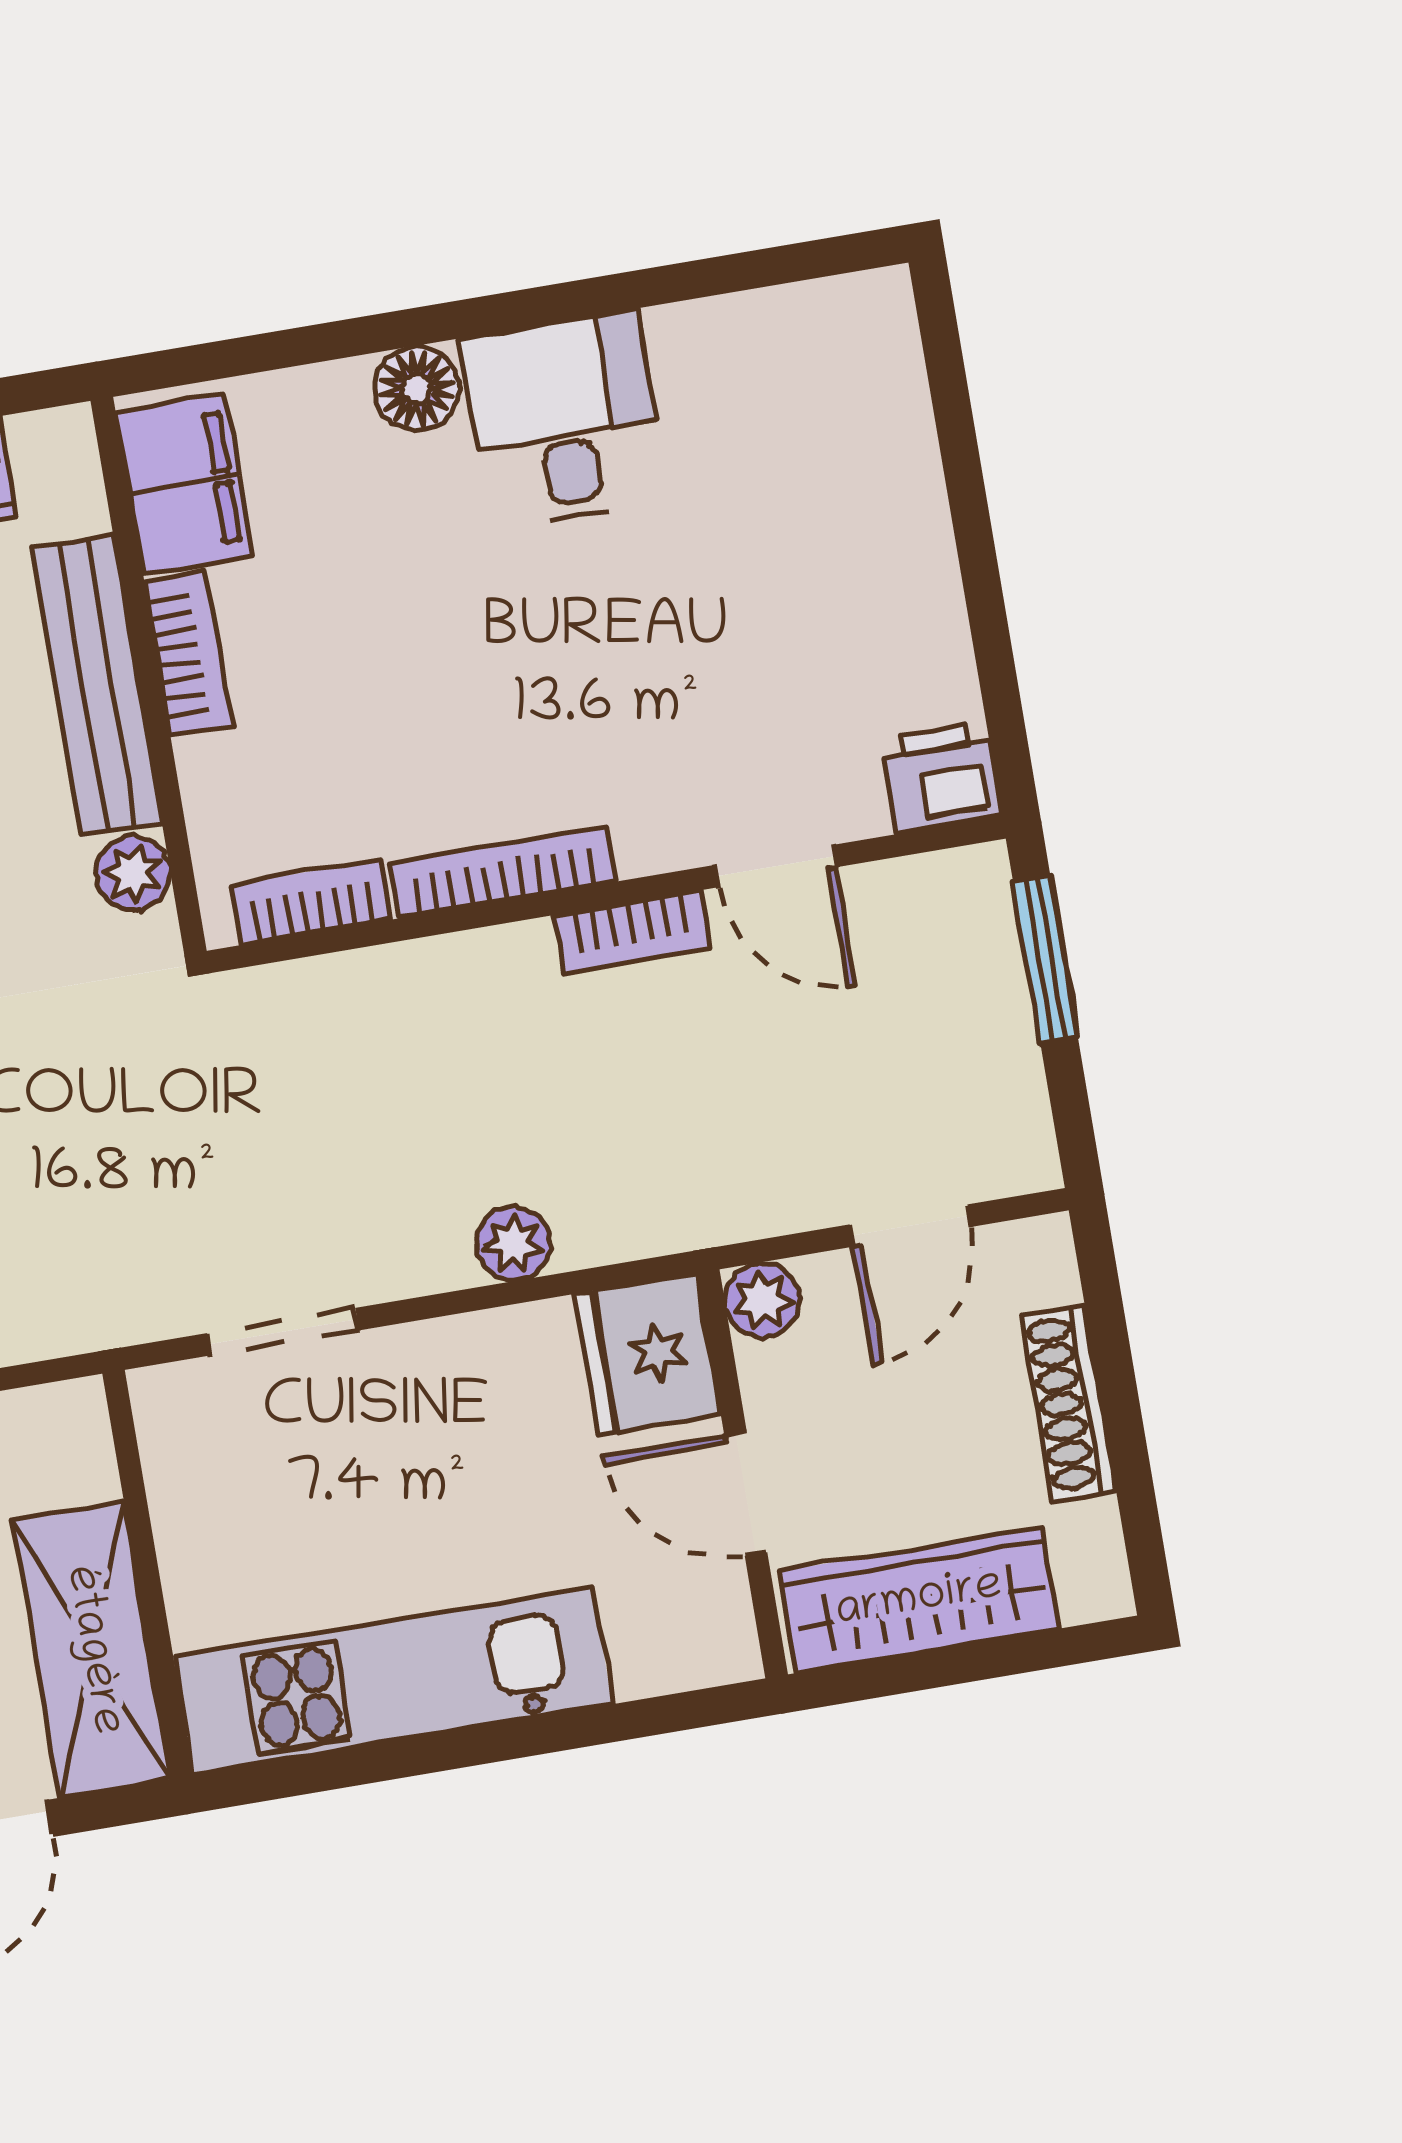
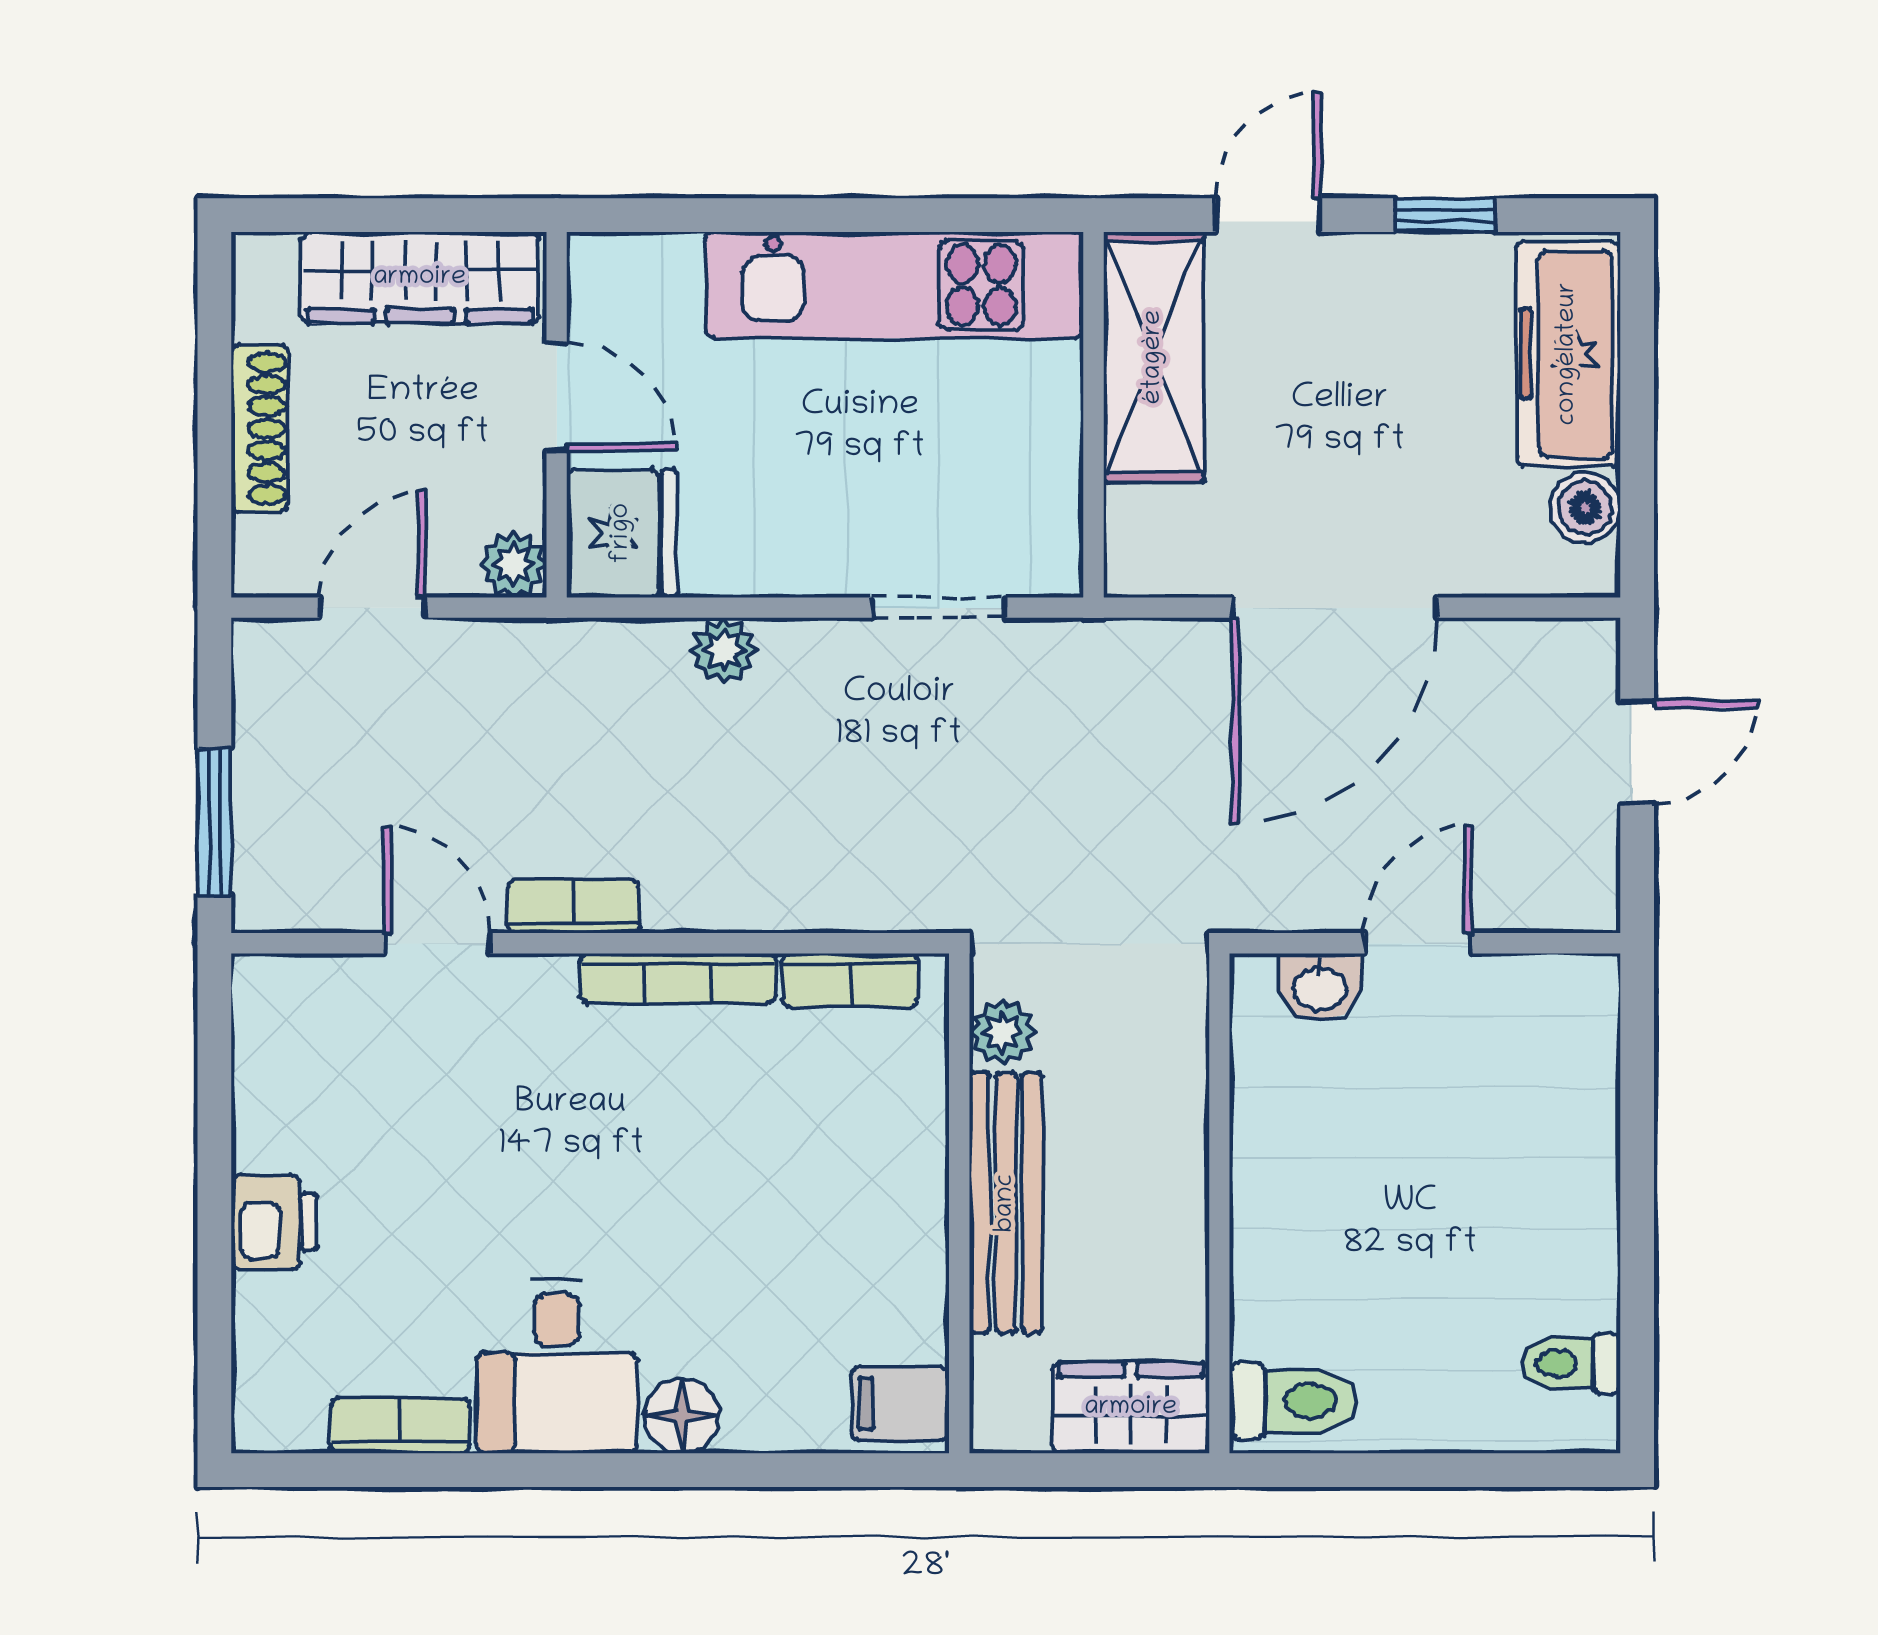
filing cabinet: (184, 484) -> (900, 1403), width x0.50
bookcase: (188, 654) -> (400, 1426), moved, turned 90
printer: (941, 777) -> (274, 1222), moved, turned -90

